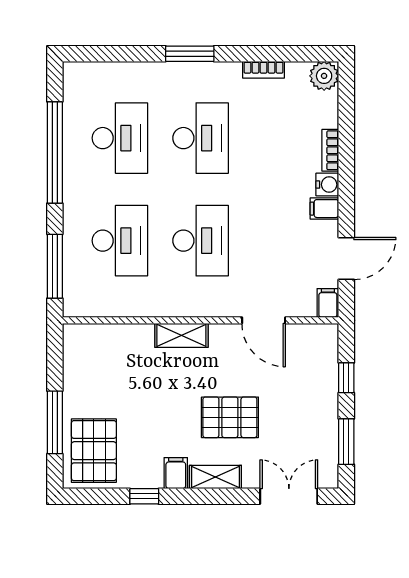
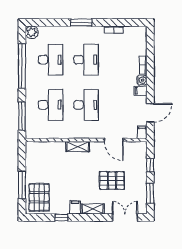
plant: (324, 76) -> (32, 32), moved
pallet: (230, 417) -> (112, 180), moved

